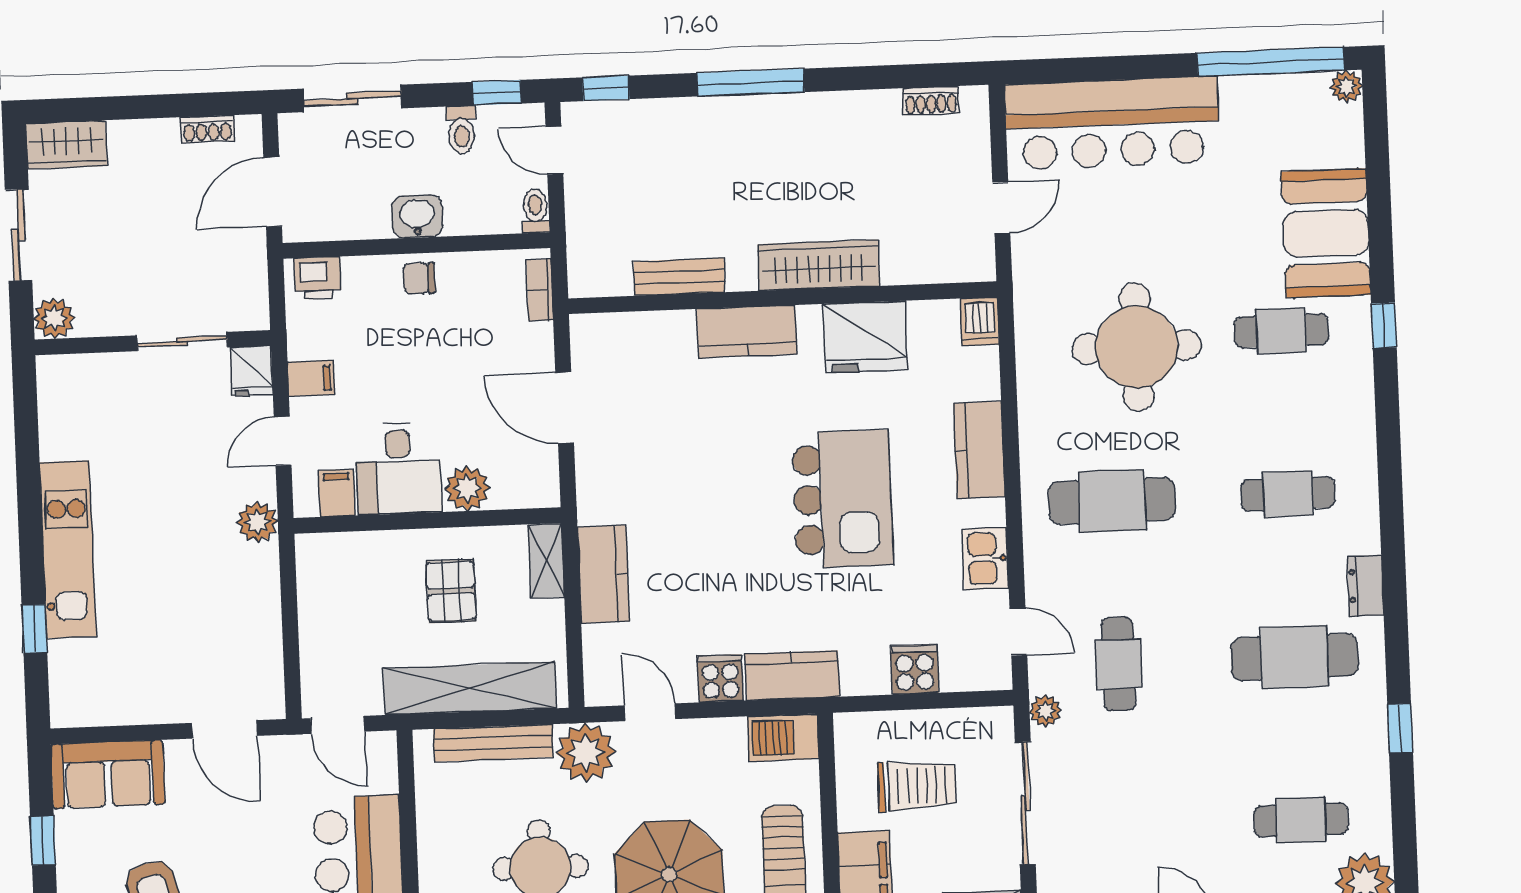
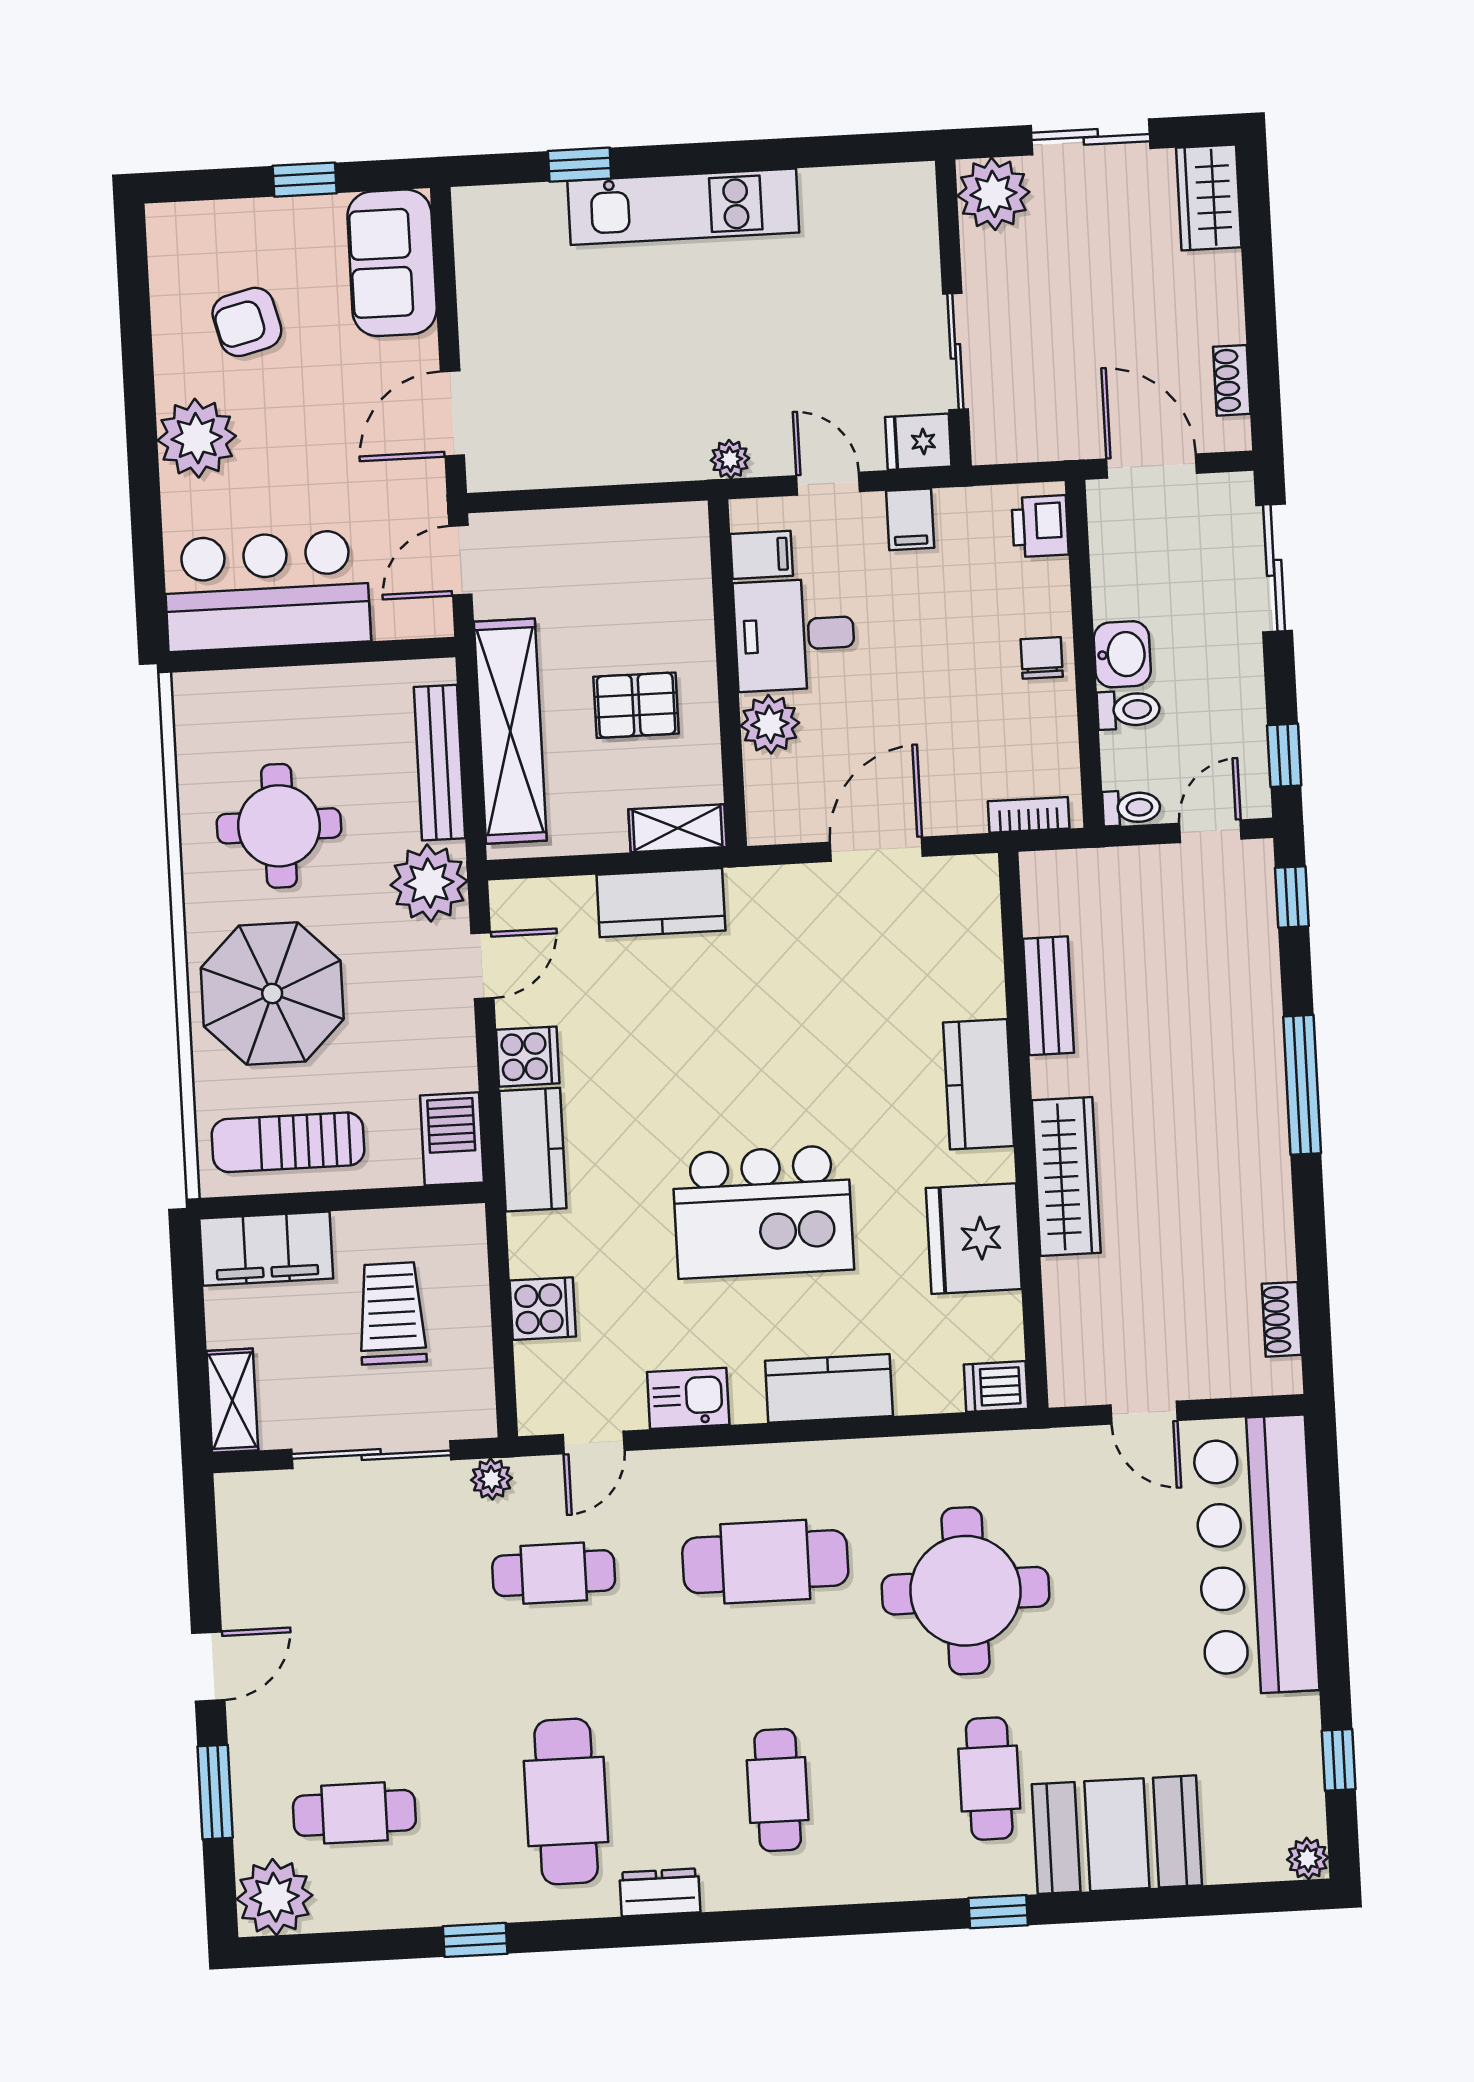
window: (1271, 62) -> (1339, 1760), width x0.32
toilet: (461, 130) -> (1128, 710), moved, turned 180
plant: (54, 318) -> (993, 194), width x1.36, depth x1.36
cafe table: (1112, 501) -> (765, 1562), turned 90
plant: (257, 522) -> (730, 459), width x0.73, depth x0.73
trolley: (917, 786) -> (392, 1313), turned 180
cafe table: (1301, 820) -> (354, 1813), turned 90

